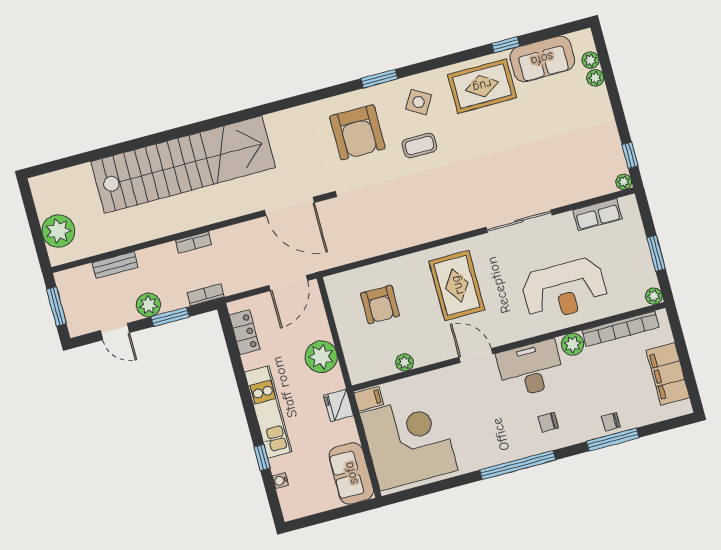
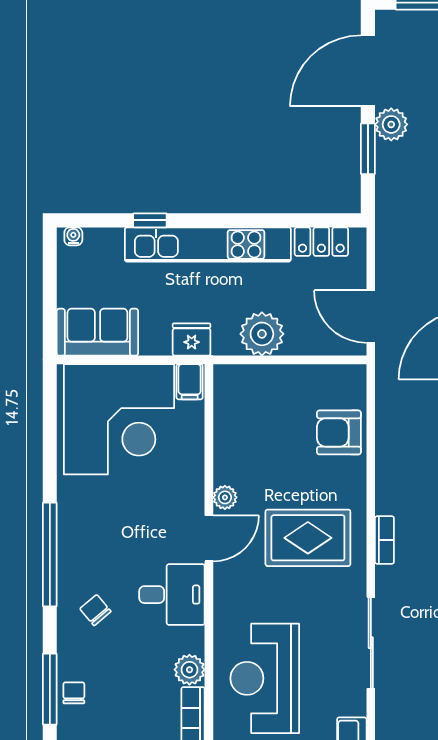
bookcase: (206, 295) -> (384, 540), moved
armchair: (380, 305) -> (339, 432), moved
door: (115, 332) -> (368, 71), width x1.87
plant: (405, 362) -> (225, 497), moved
desk: (531, 369) -> (172, 595), width x0.73
kitchen unit: (268, 412) -> (208, 244), width x1.36
chair: (548, 422) -> (95, 610), turned -40
water cooler: (280, 481) -> (73, 236), moved

